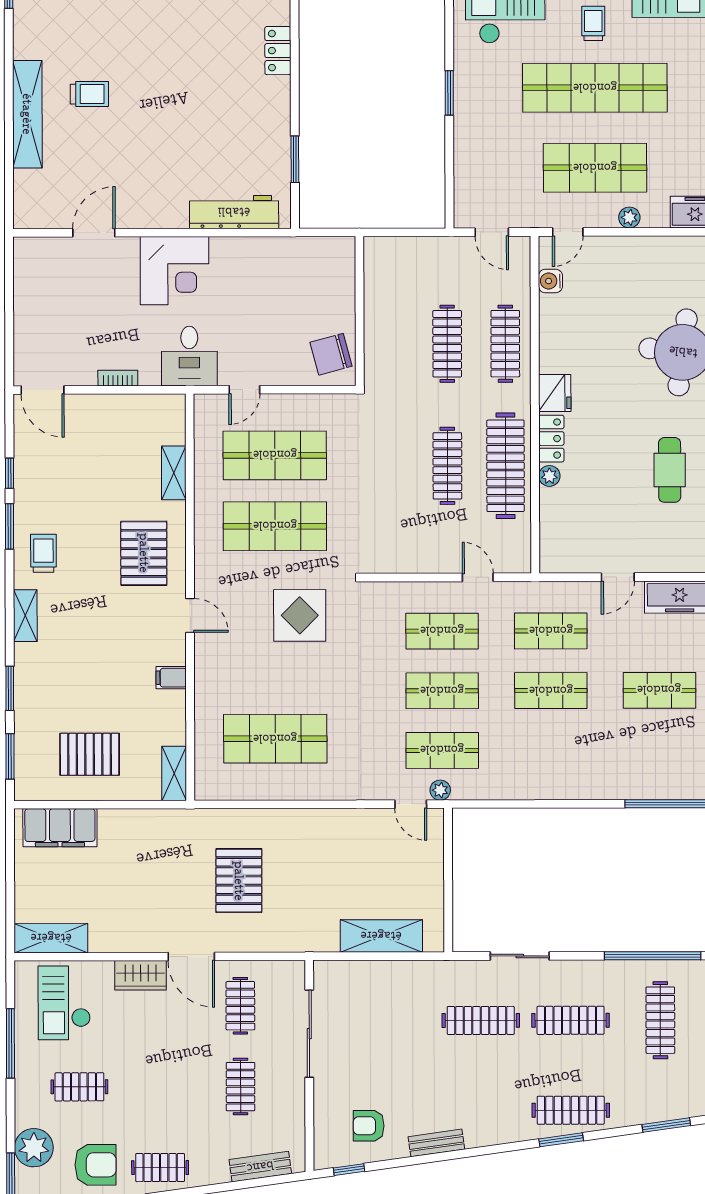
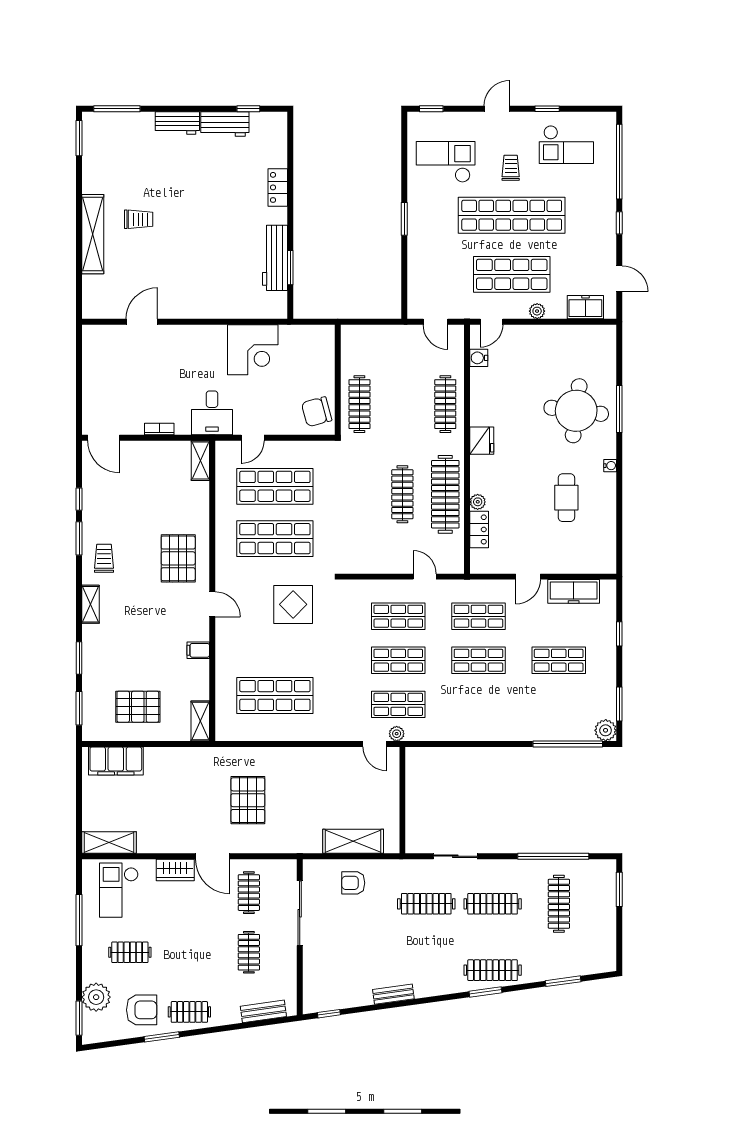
workbench: (234, 212) -> (275, 258), moved, turned -90
corner desk: (175, 271) -> (253, 350), moved
clothes rail: (447, 344) -> (359, 404), moved
locker: (551, 439) -> (479, 529), moved
shelving: (174, 473) -> (200, 461), moved
armchair: (369, 1126) -> (353, 883), moved

